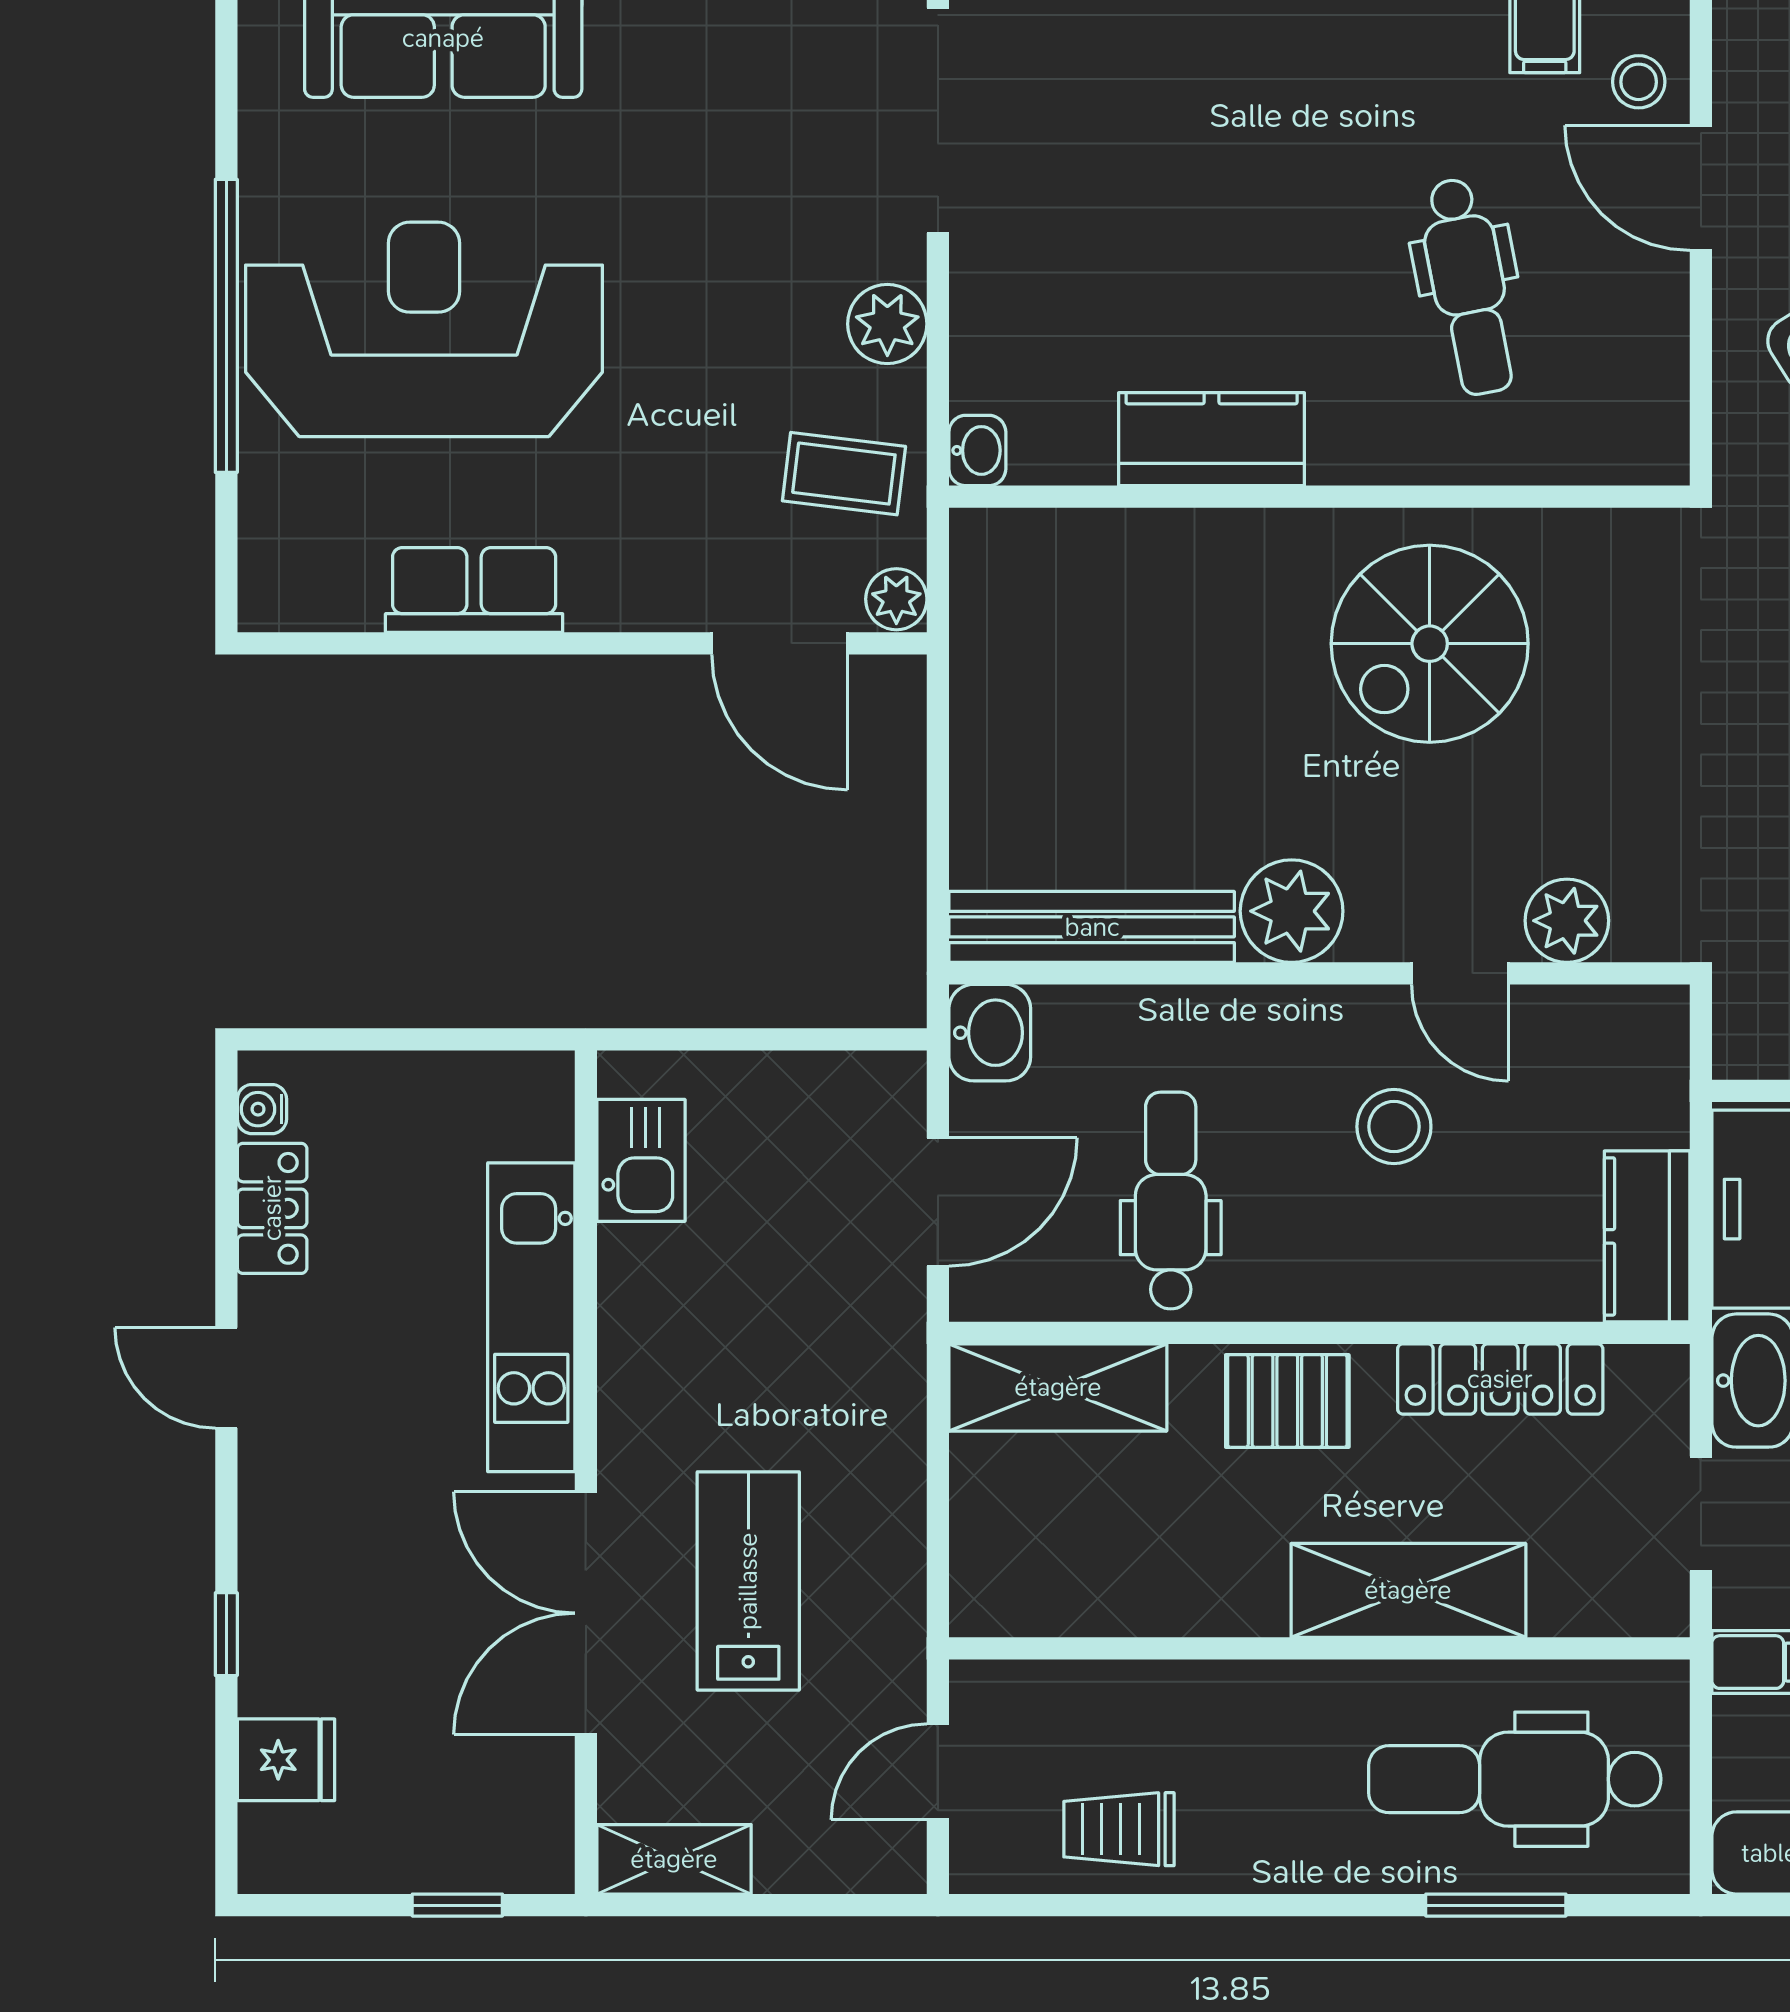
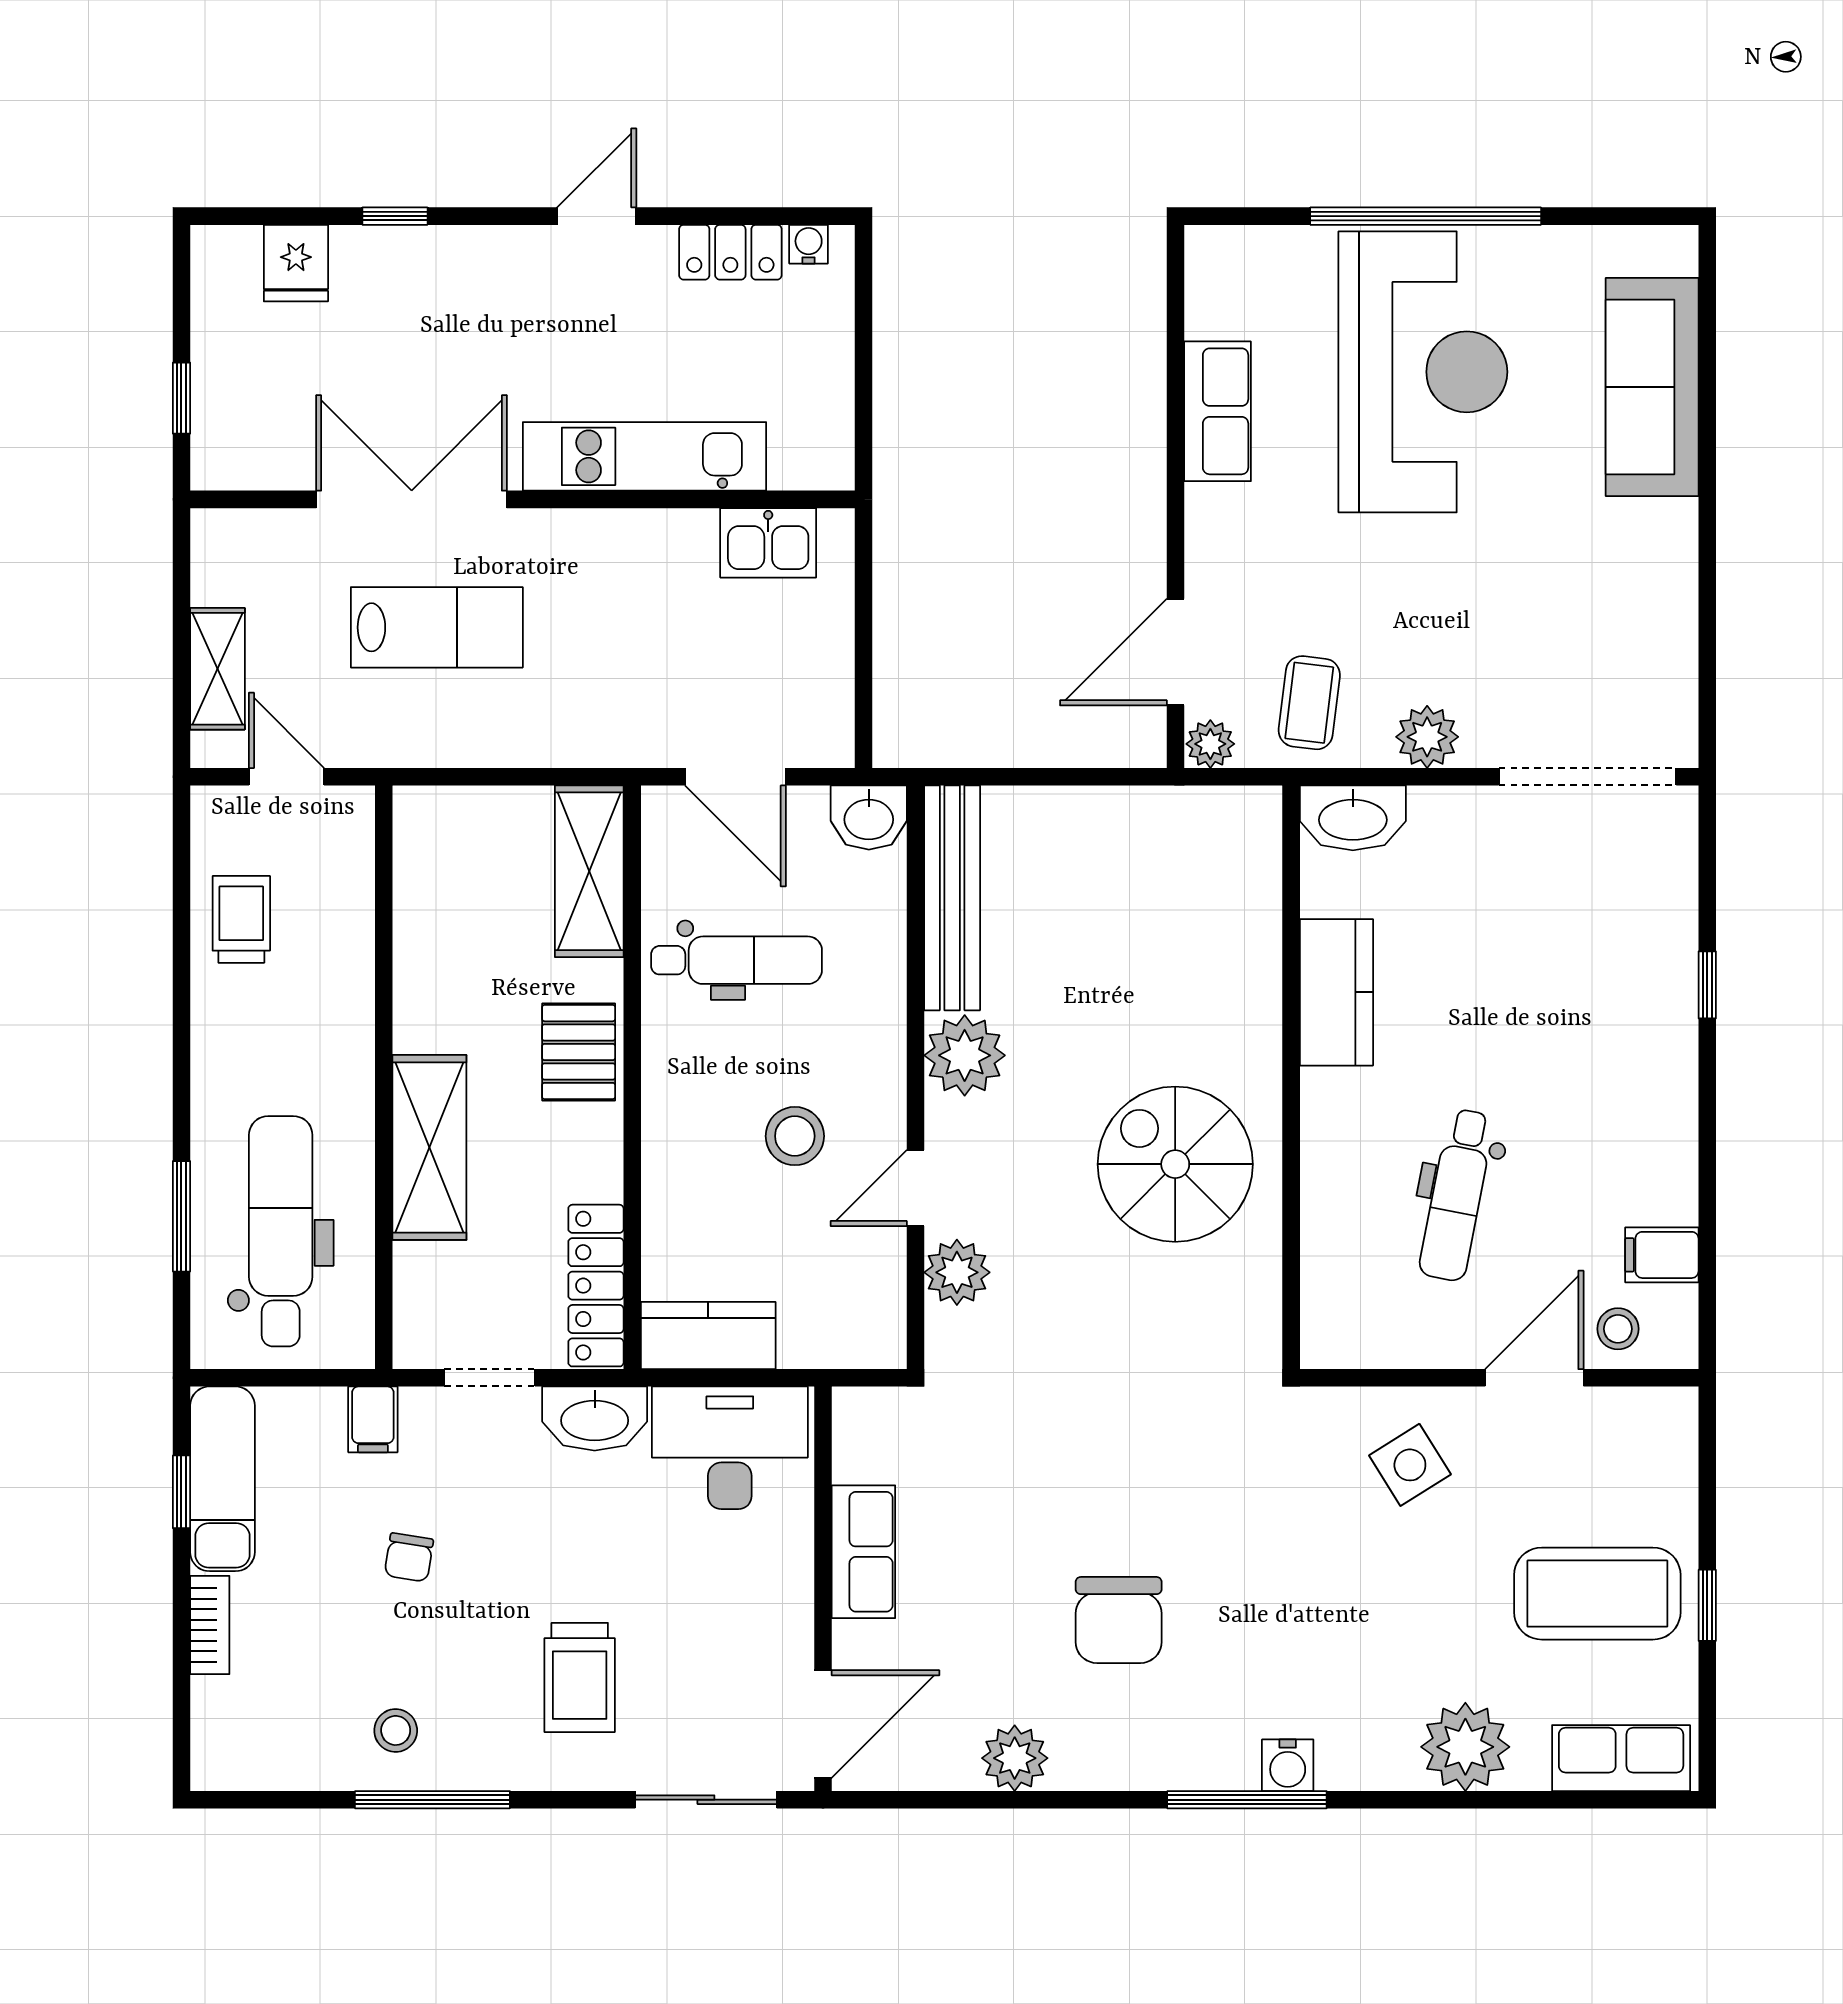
dental chair: (1469, 287) -> (1457, 1195), turned -68
washbasin: (977, 450) -> (1353, 818), width x1.91, depth x1.45
locker: (1500, 1379) -> (596, 1286), moved
shelving: (674, 1859) -> (217, 669), moved

